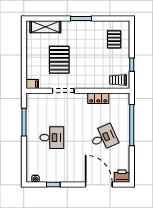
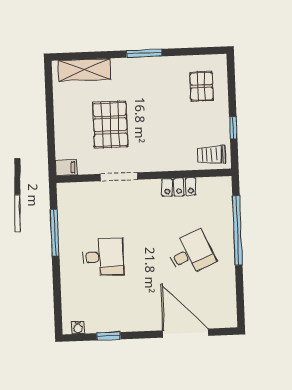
printer: (122, 176) -> (224, 317), removed

